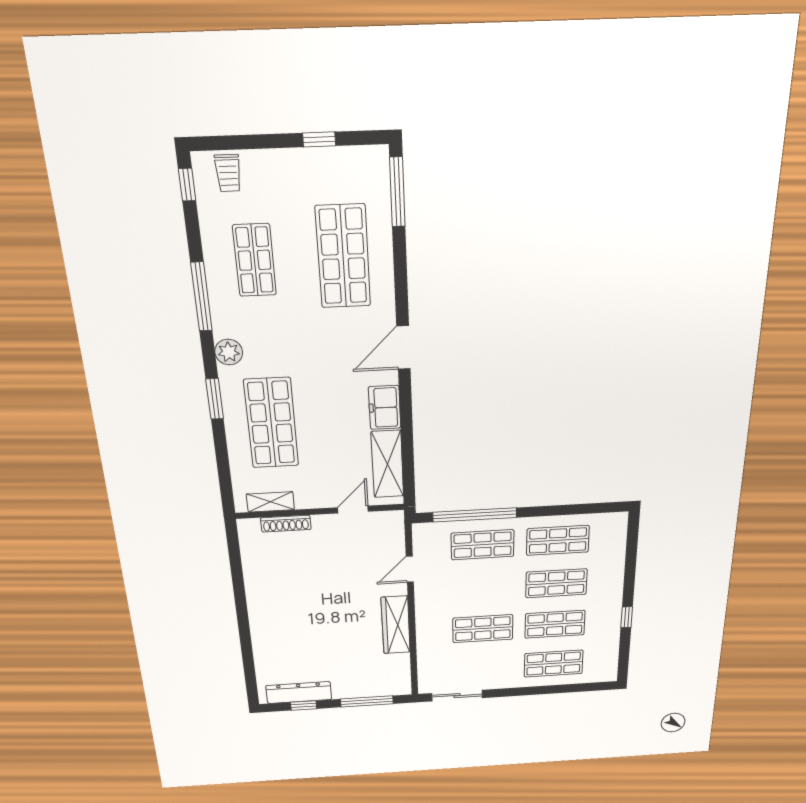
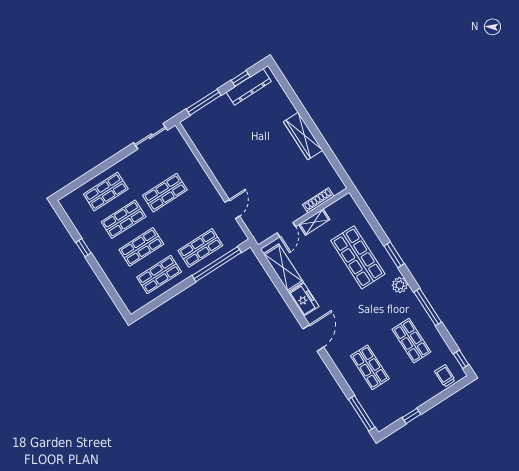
shop shelf: (343, 257) -> (370, 367), width x0.70, depth x0.74
shelving: (270, 502) -> (314, 222), moved
wardrobe: (396, 625) -> (303, 136), moved, turned 180

